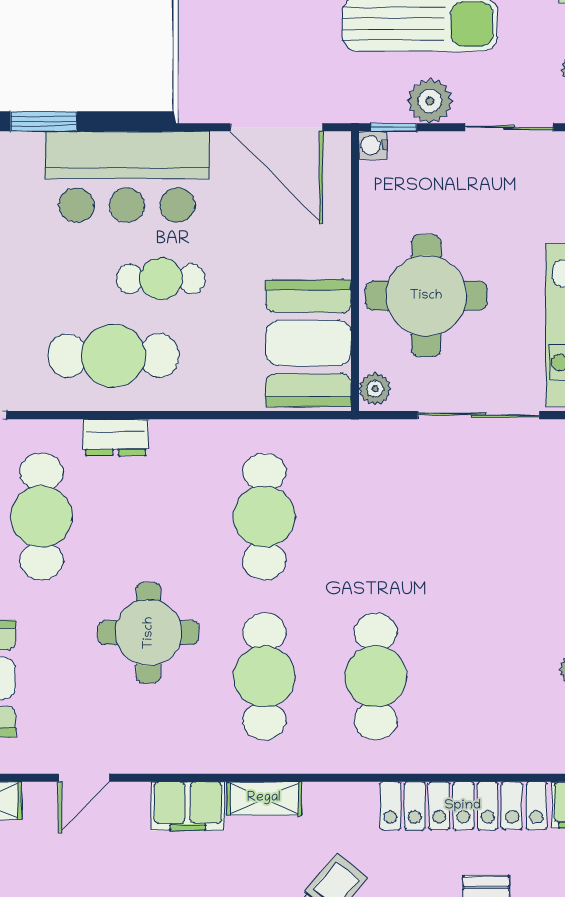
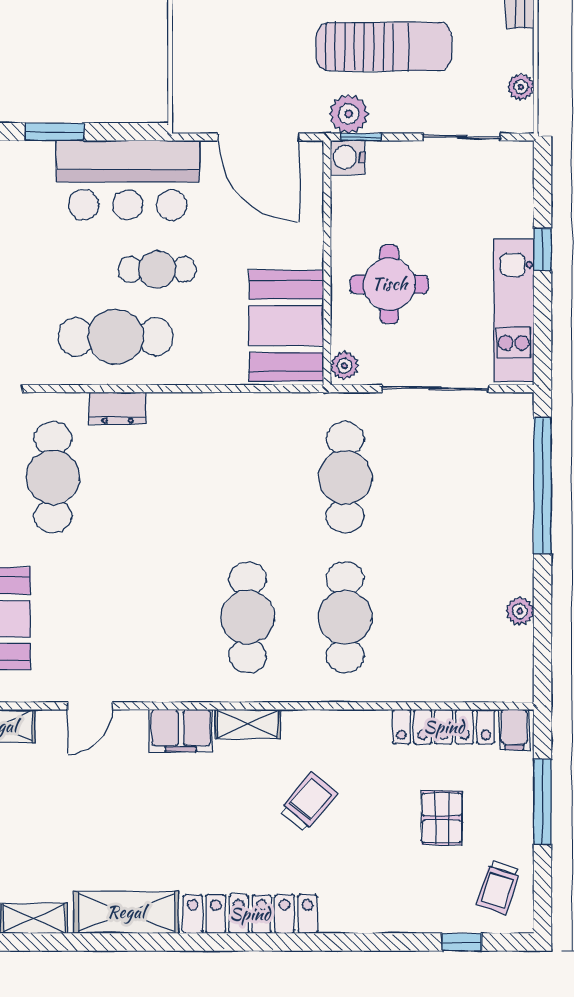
plant: (430, 101) -> (349, 114), moved
water cooler: (373, 145) -> (347, 157), width x1.38, depth x1.38
round table: (426, 296) -> (389, 284), width x0.73, depth x0.73
cafe table: (264, 516) -> (345, 477), moved
round table: (149, 633) -> (146, 579), removed
locker: (463, 806) -> (444, 727), width x0.71, depth x0.83

